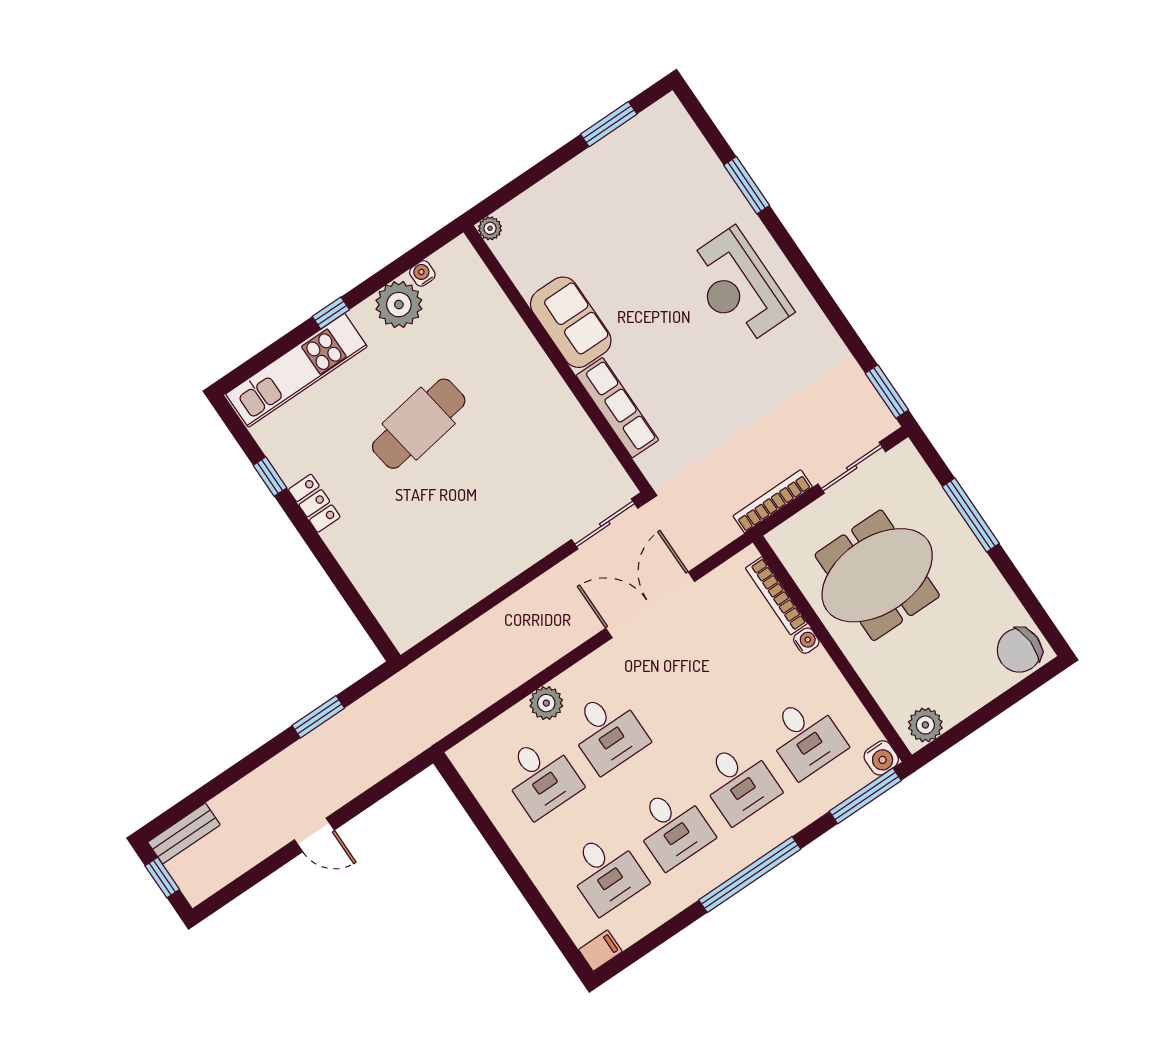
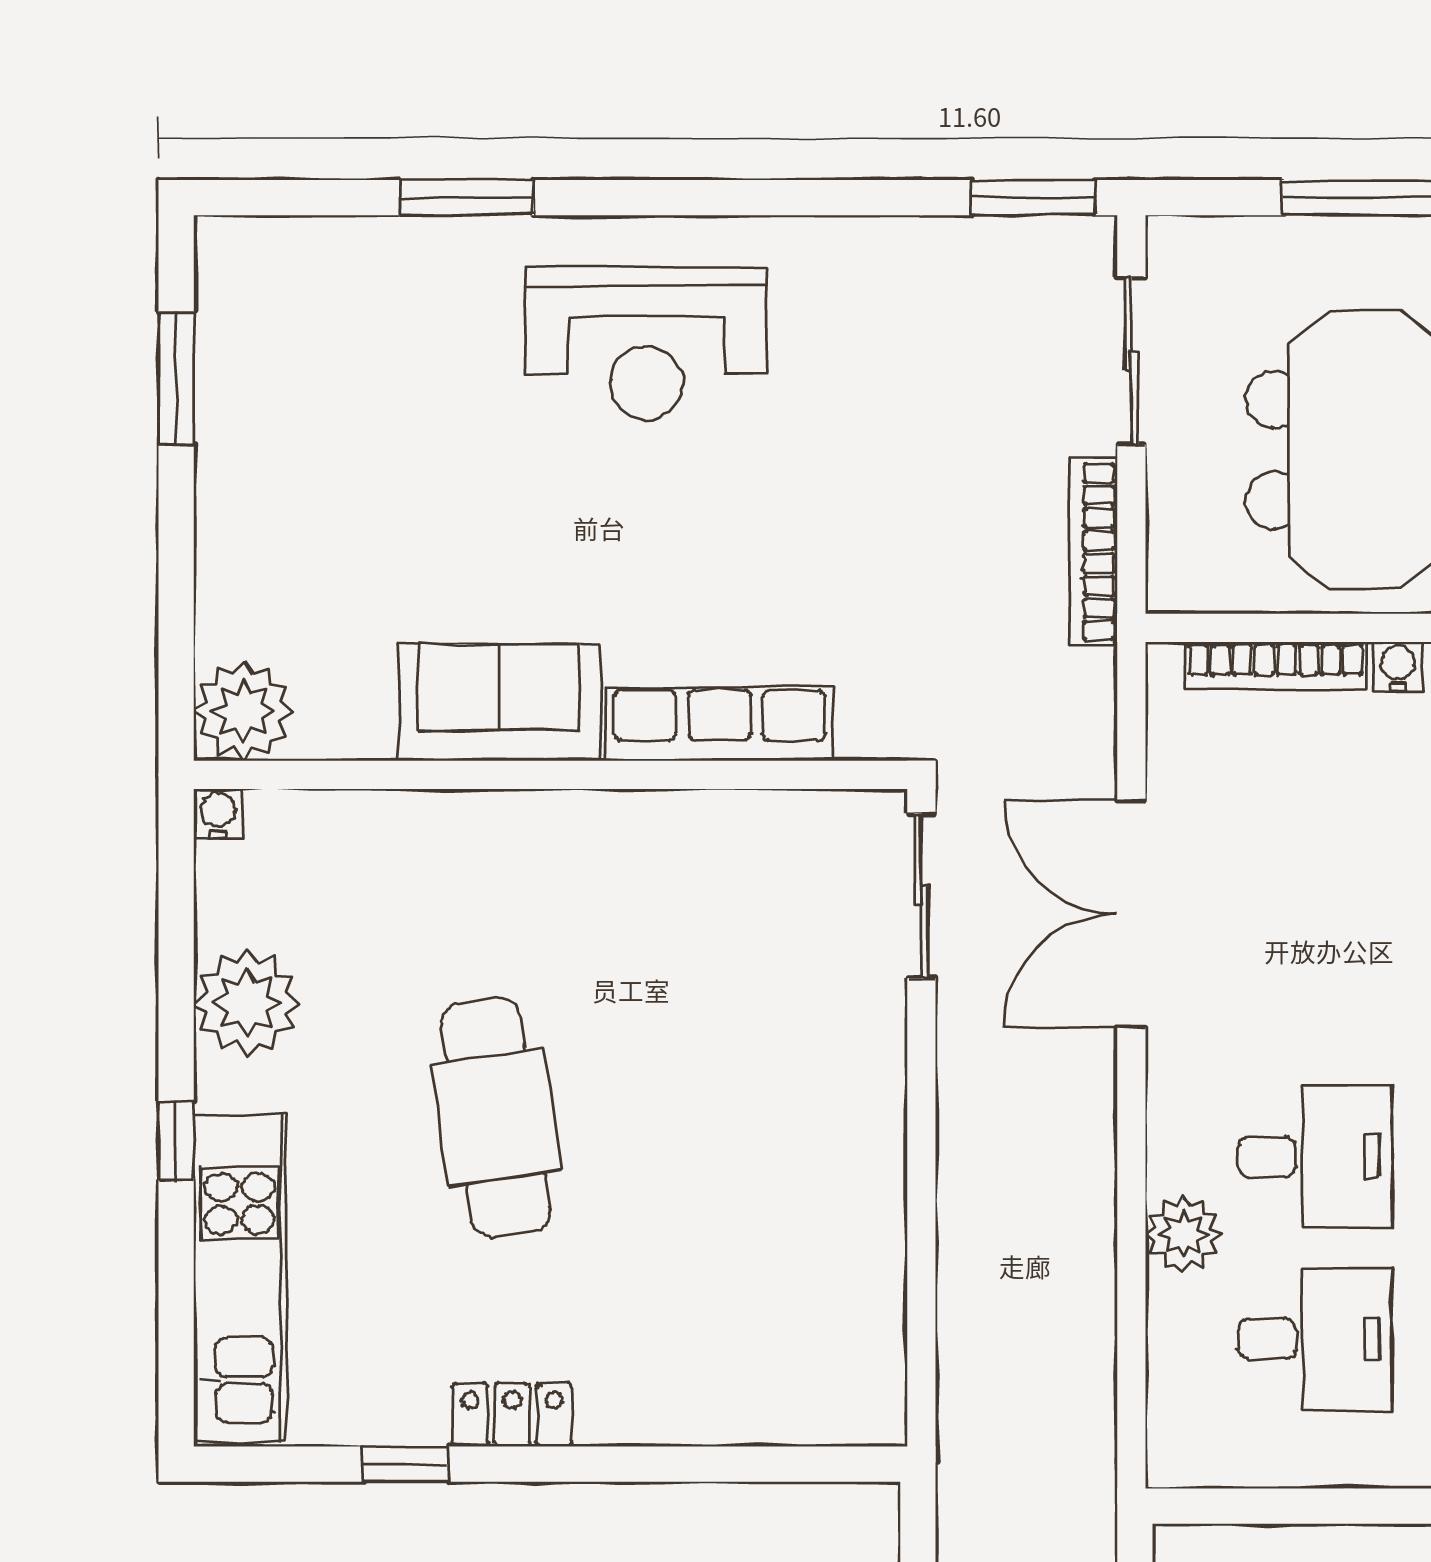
plant: (490, 228) -> (243, 711), width x1.88, depth x1.88
water cooler: (422, 273) -> (218, 814), moved, turned 90

